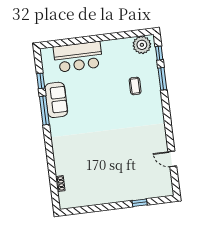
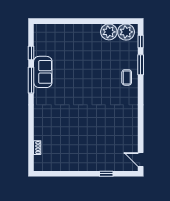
plant: (123, 47) -> (109, 32), added
bar counter: (78, 57) -> (67, 36), removed
coffee table: (135, 86) -> (127, 77), moved
door: (172, 159) -> (141, 160), moved

